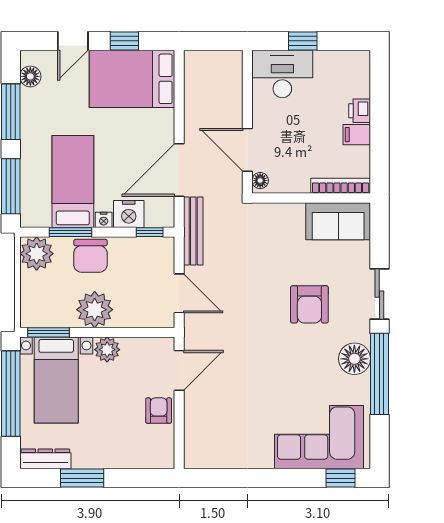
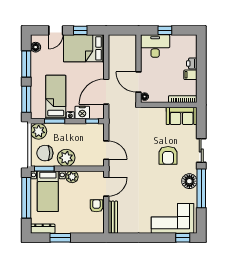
bench: (193, 231) -> (113, 217), moved
chair: (90, 256) -> (45, 153), moved, turned 90

